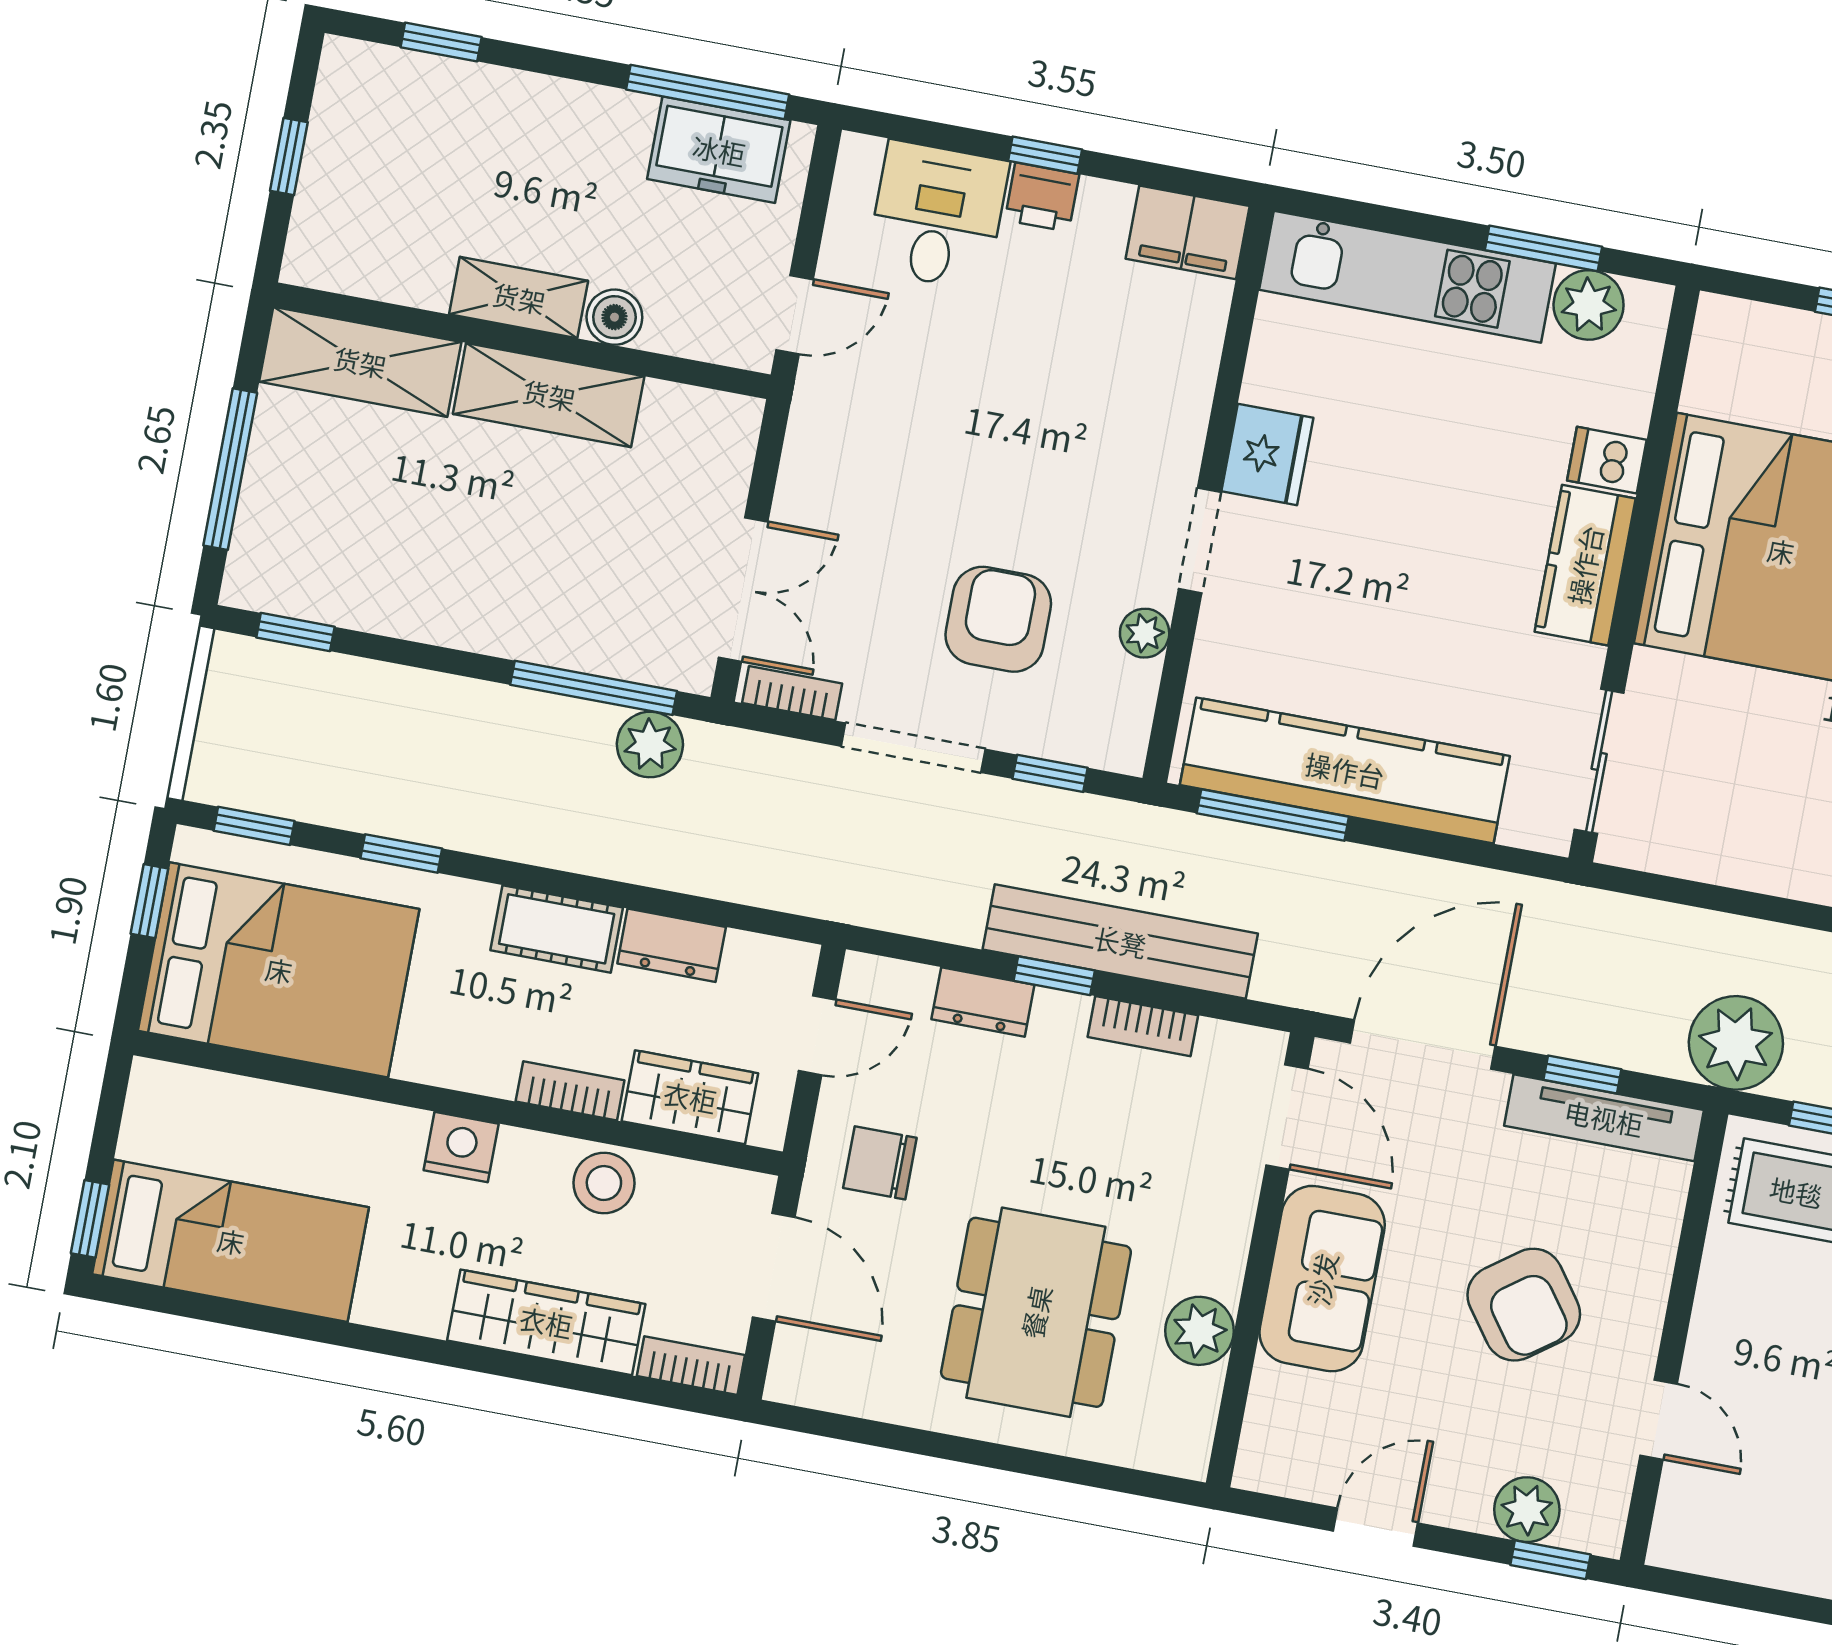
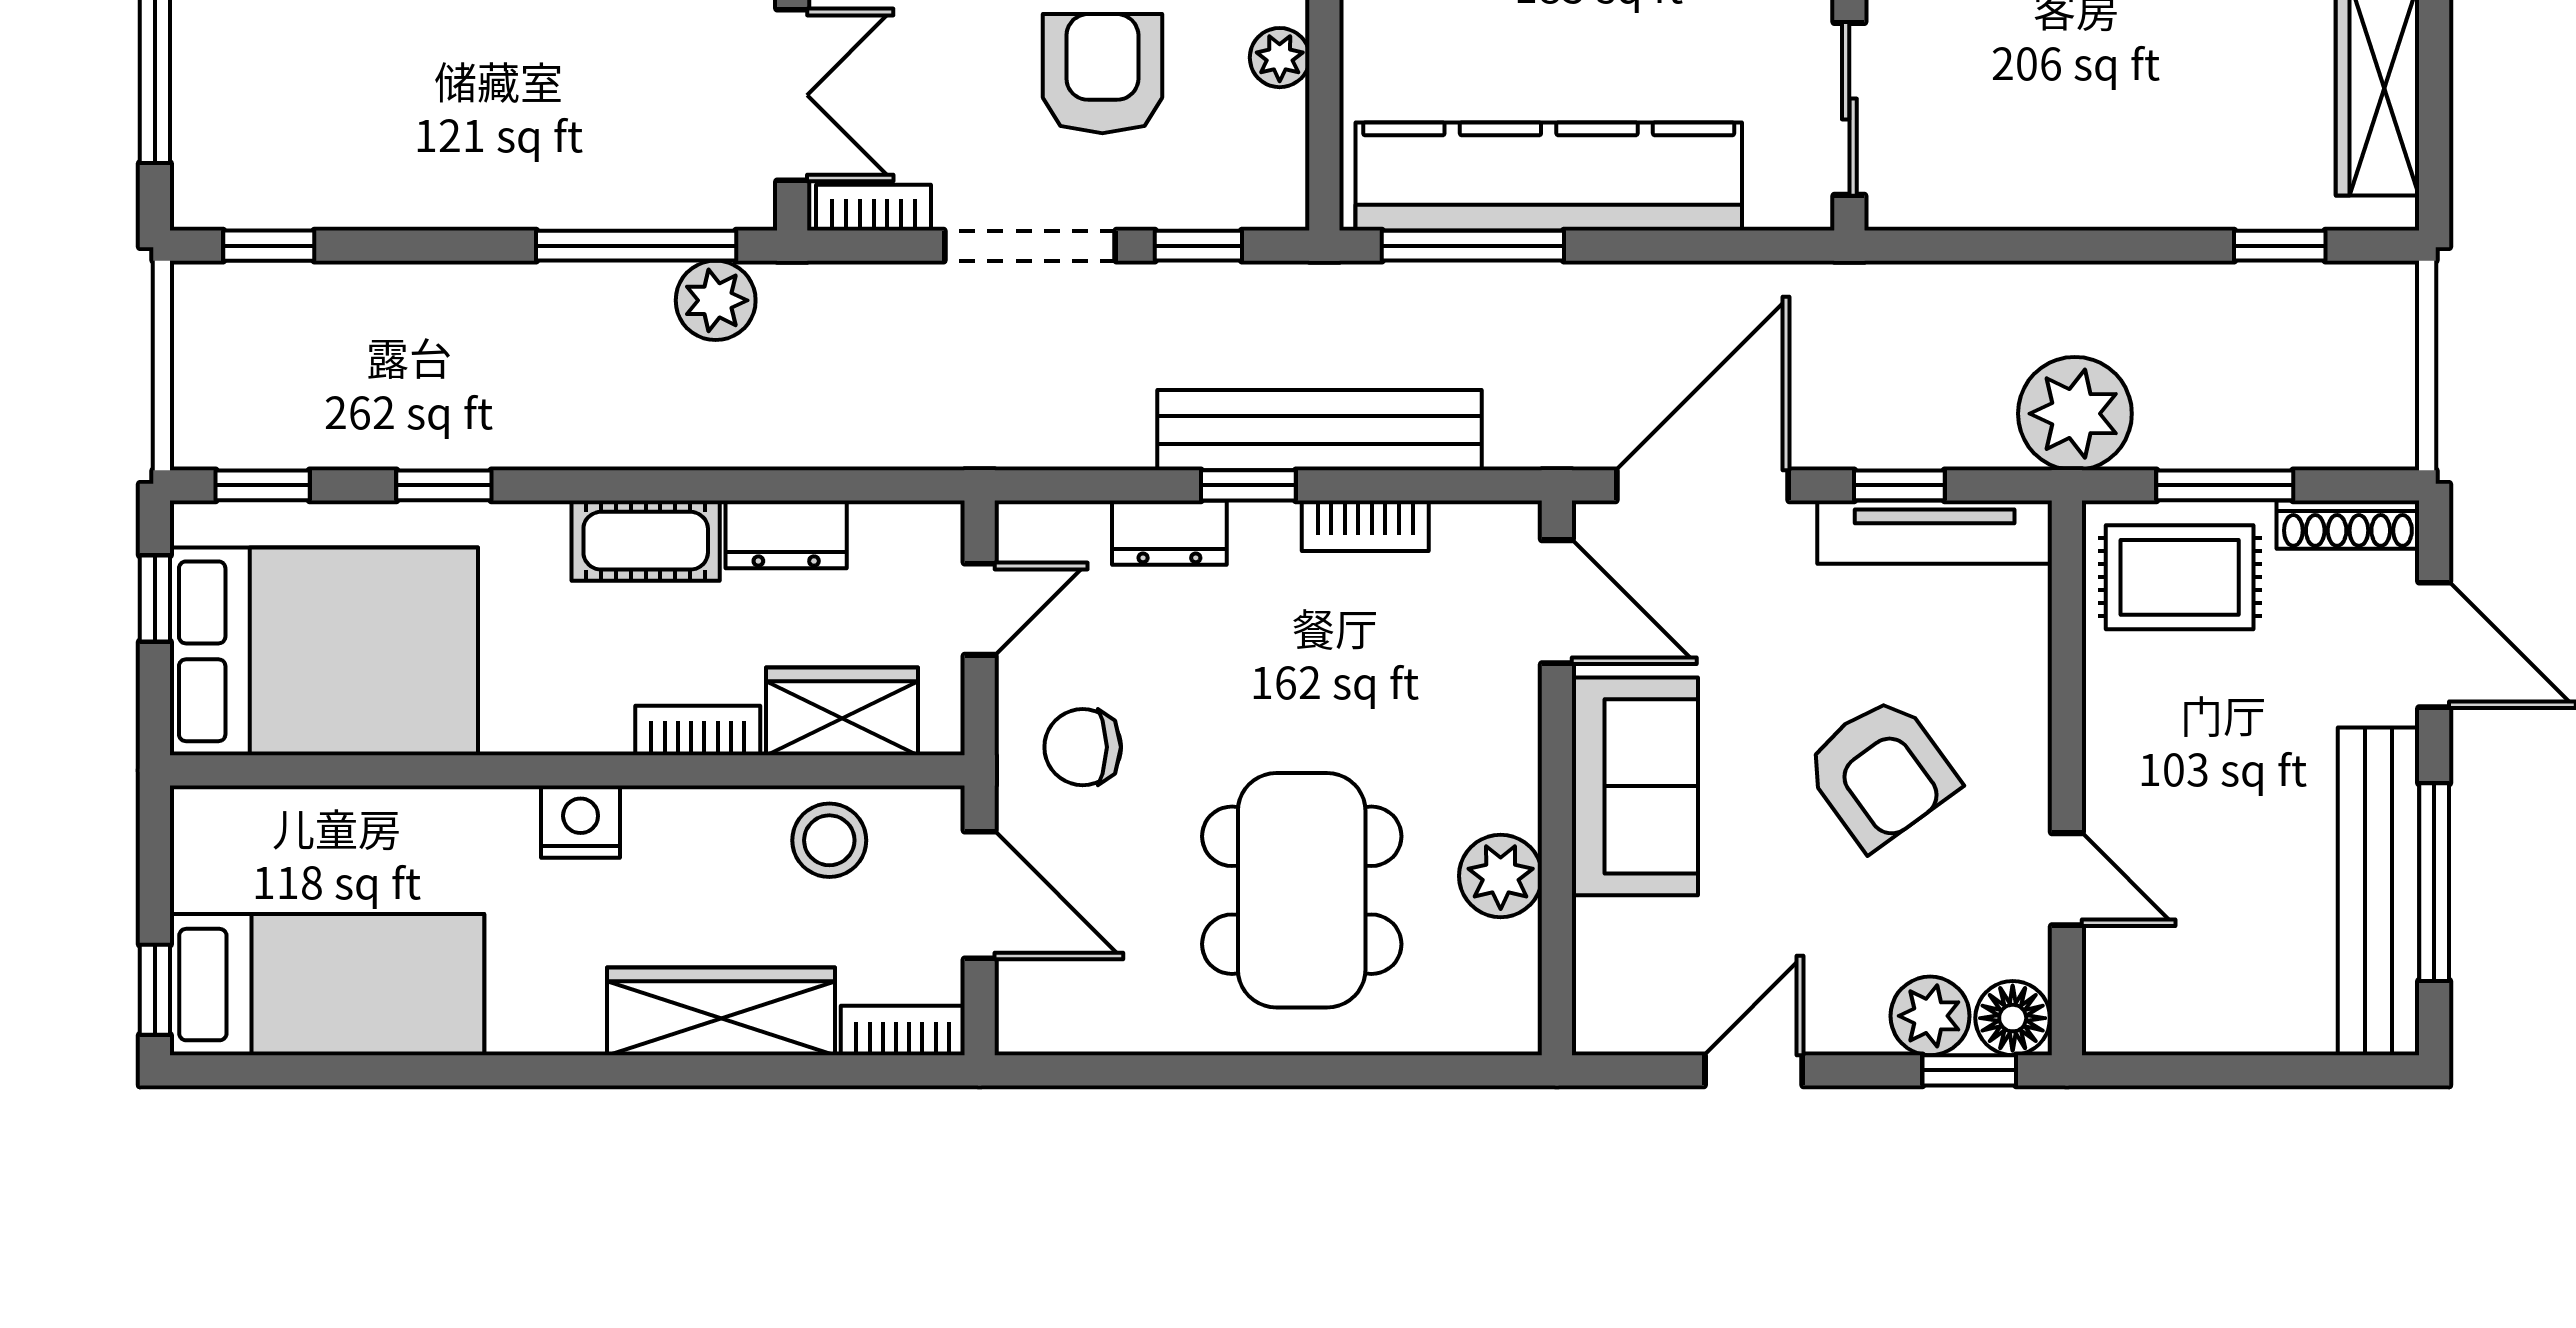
stool: (604, 1183) -> (829, 840), moved
floor lamp: (1594, 1524) -> (2013, 1018), added

